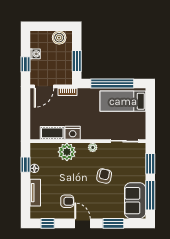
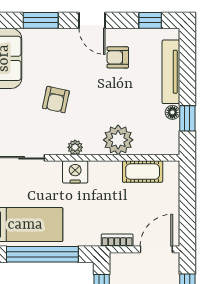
nightstand: (73, 133) -> (75, 172), moved
tv unit: (35, 193) -> (171, 72), width x1.41

